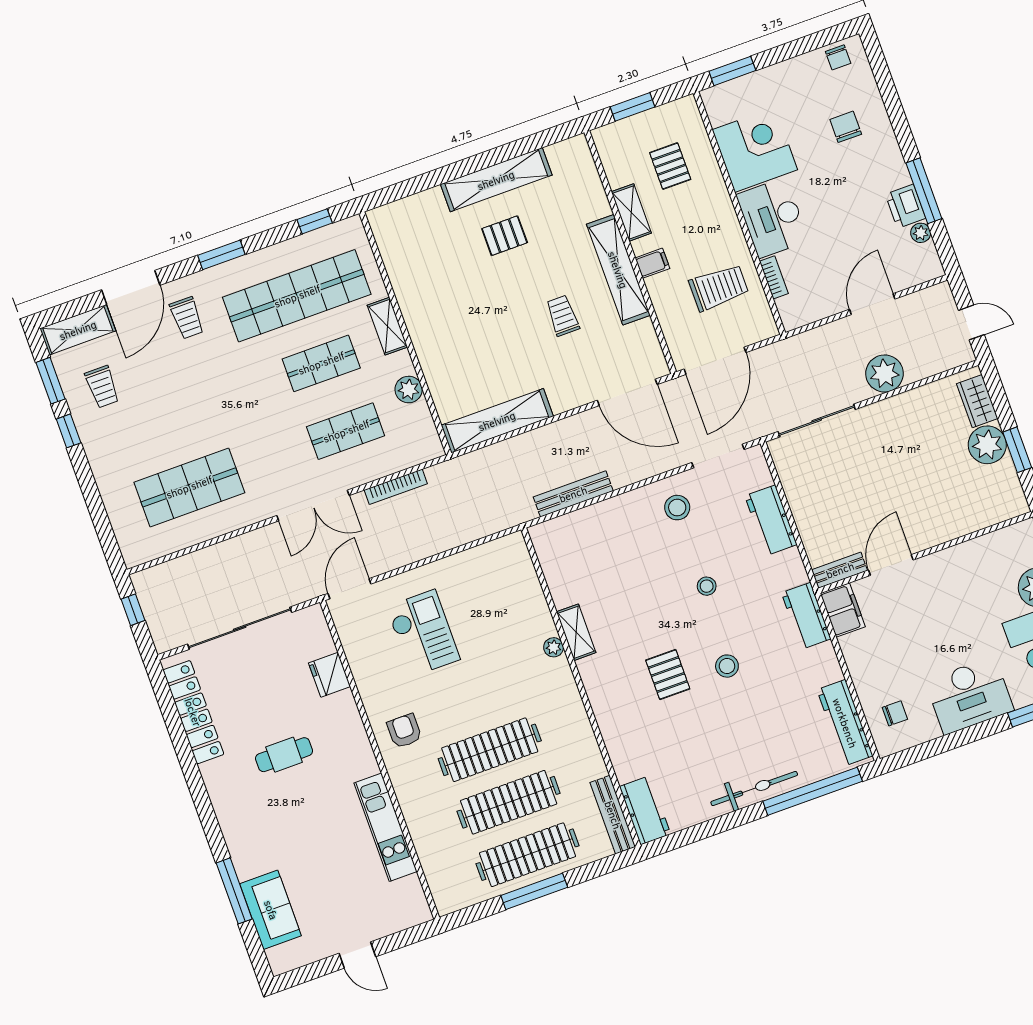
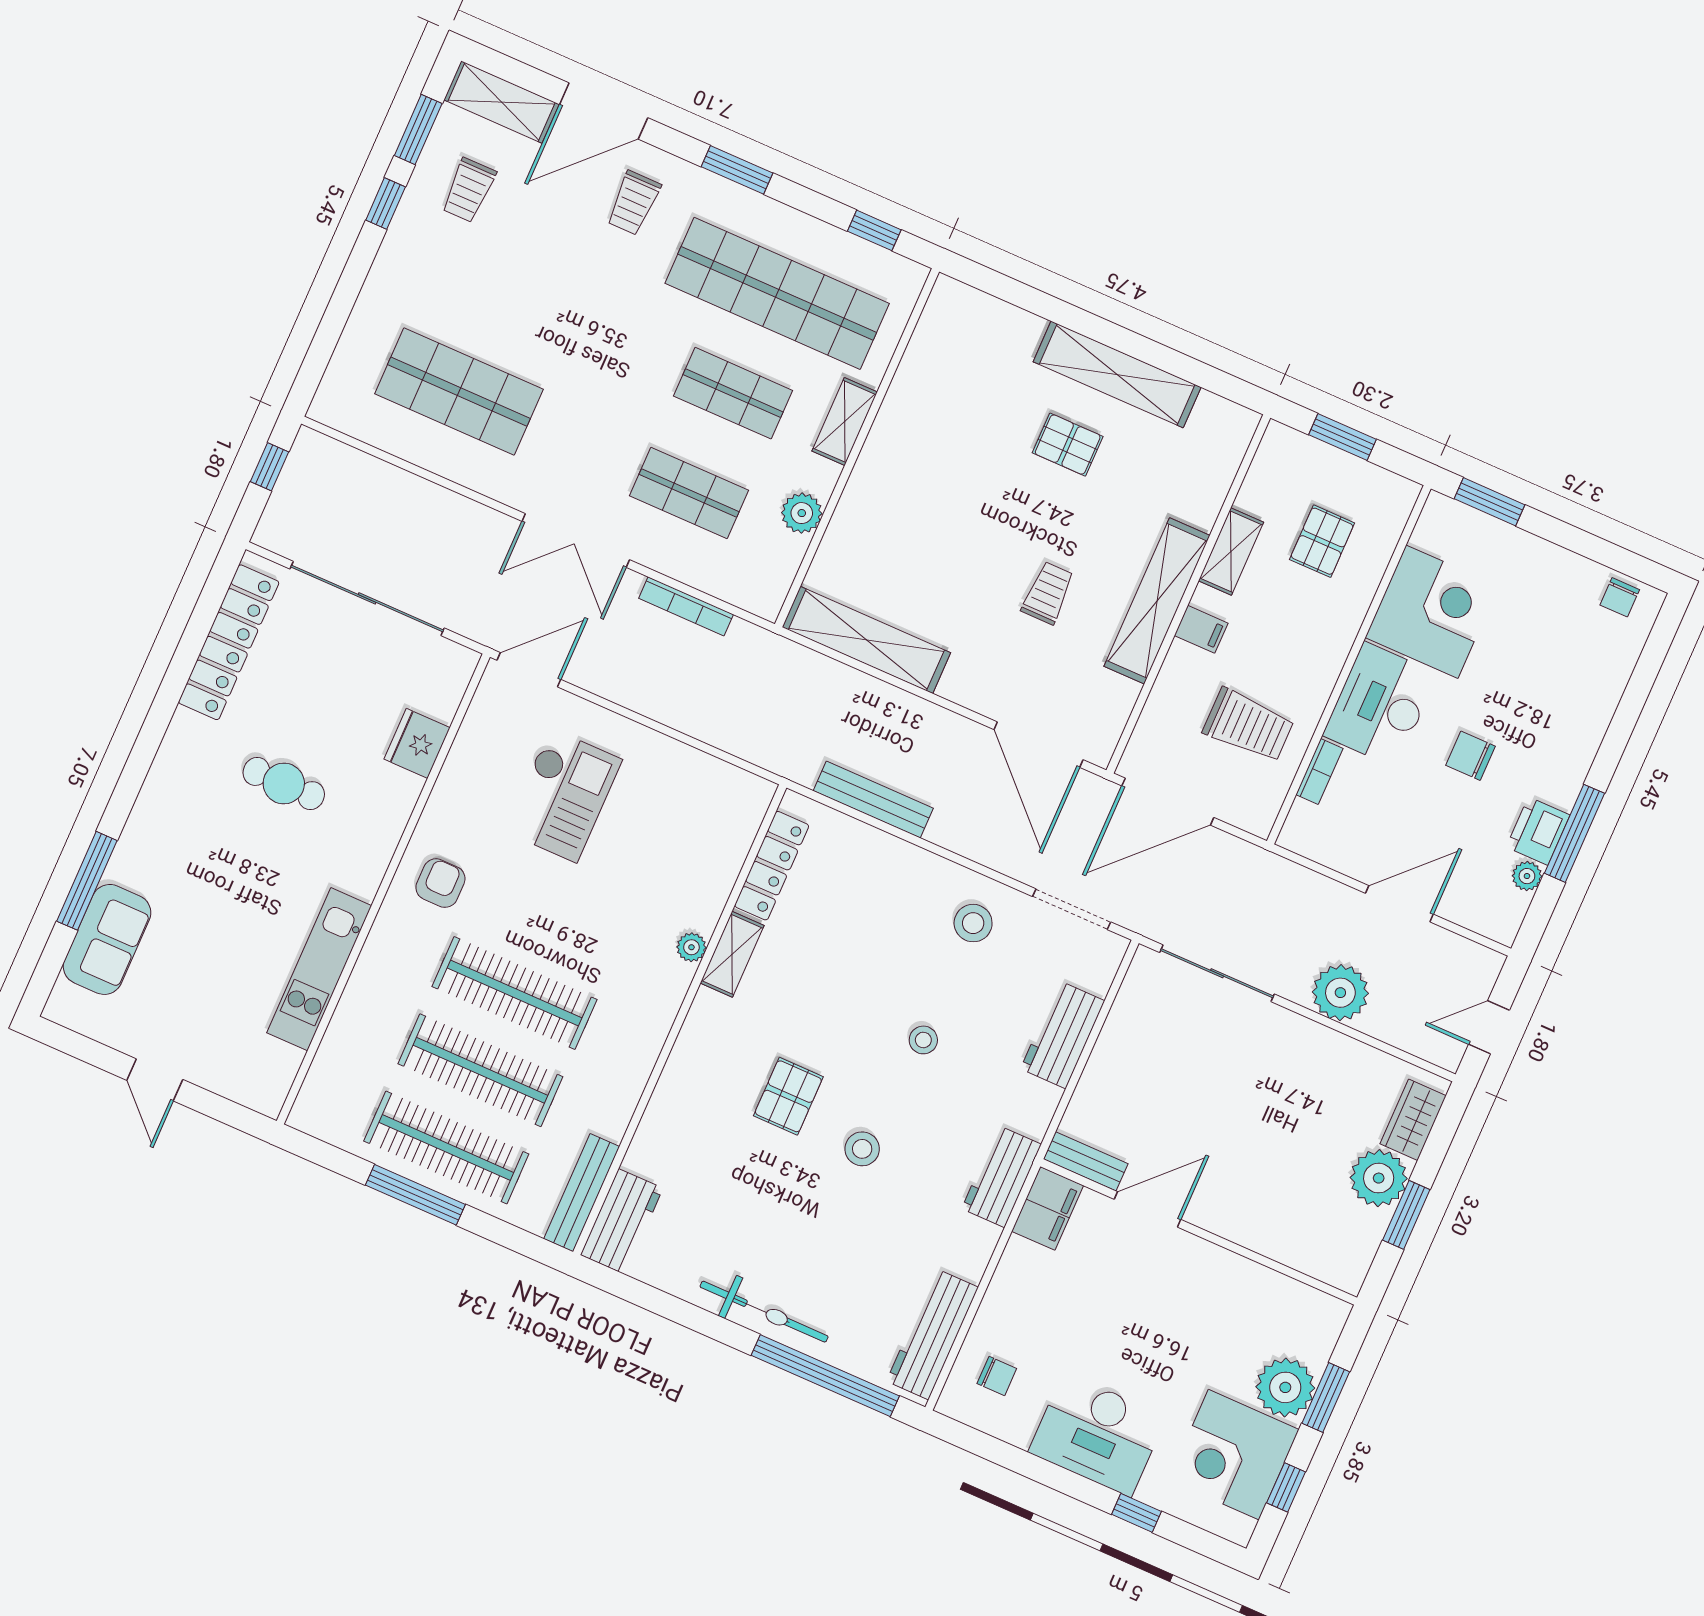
chair: (846, 127) -> (1470, 756), moved, turned -90
door: (971, 322) -> (1489, 1027), swing flipped
locker: (555, 572) -> (772, 866), added

